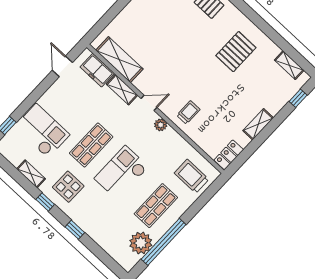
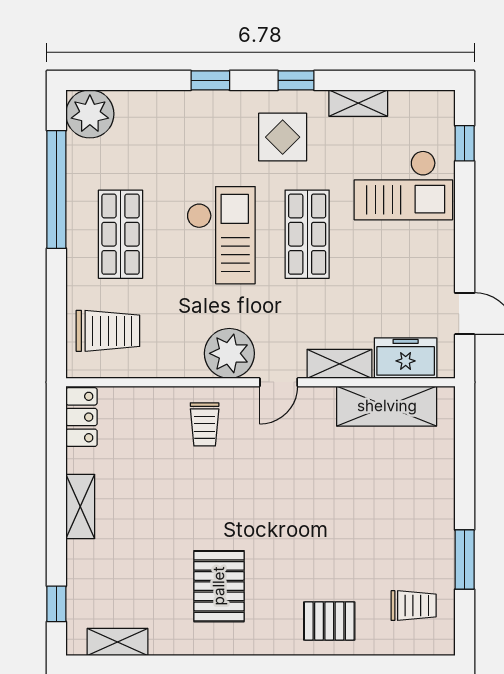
plant: (161, 125) -> (229, 353), width x1.88, depth x1.88
plant: (141, 243) -> (90, 114), moved

